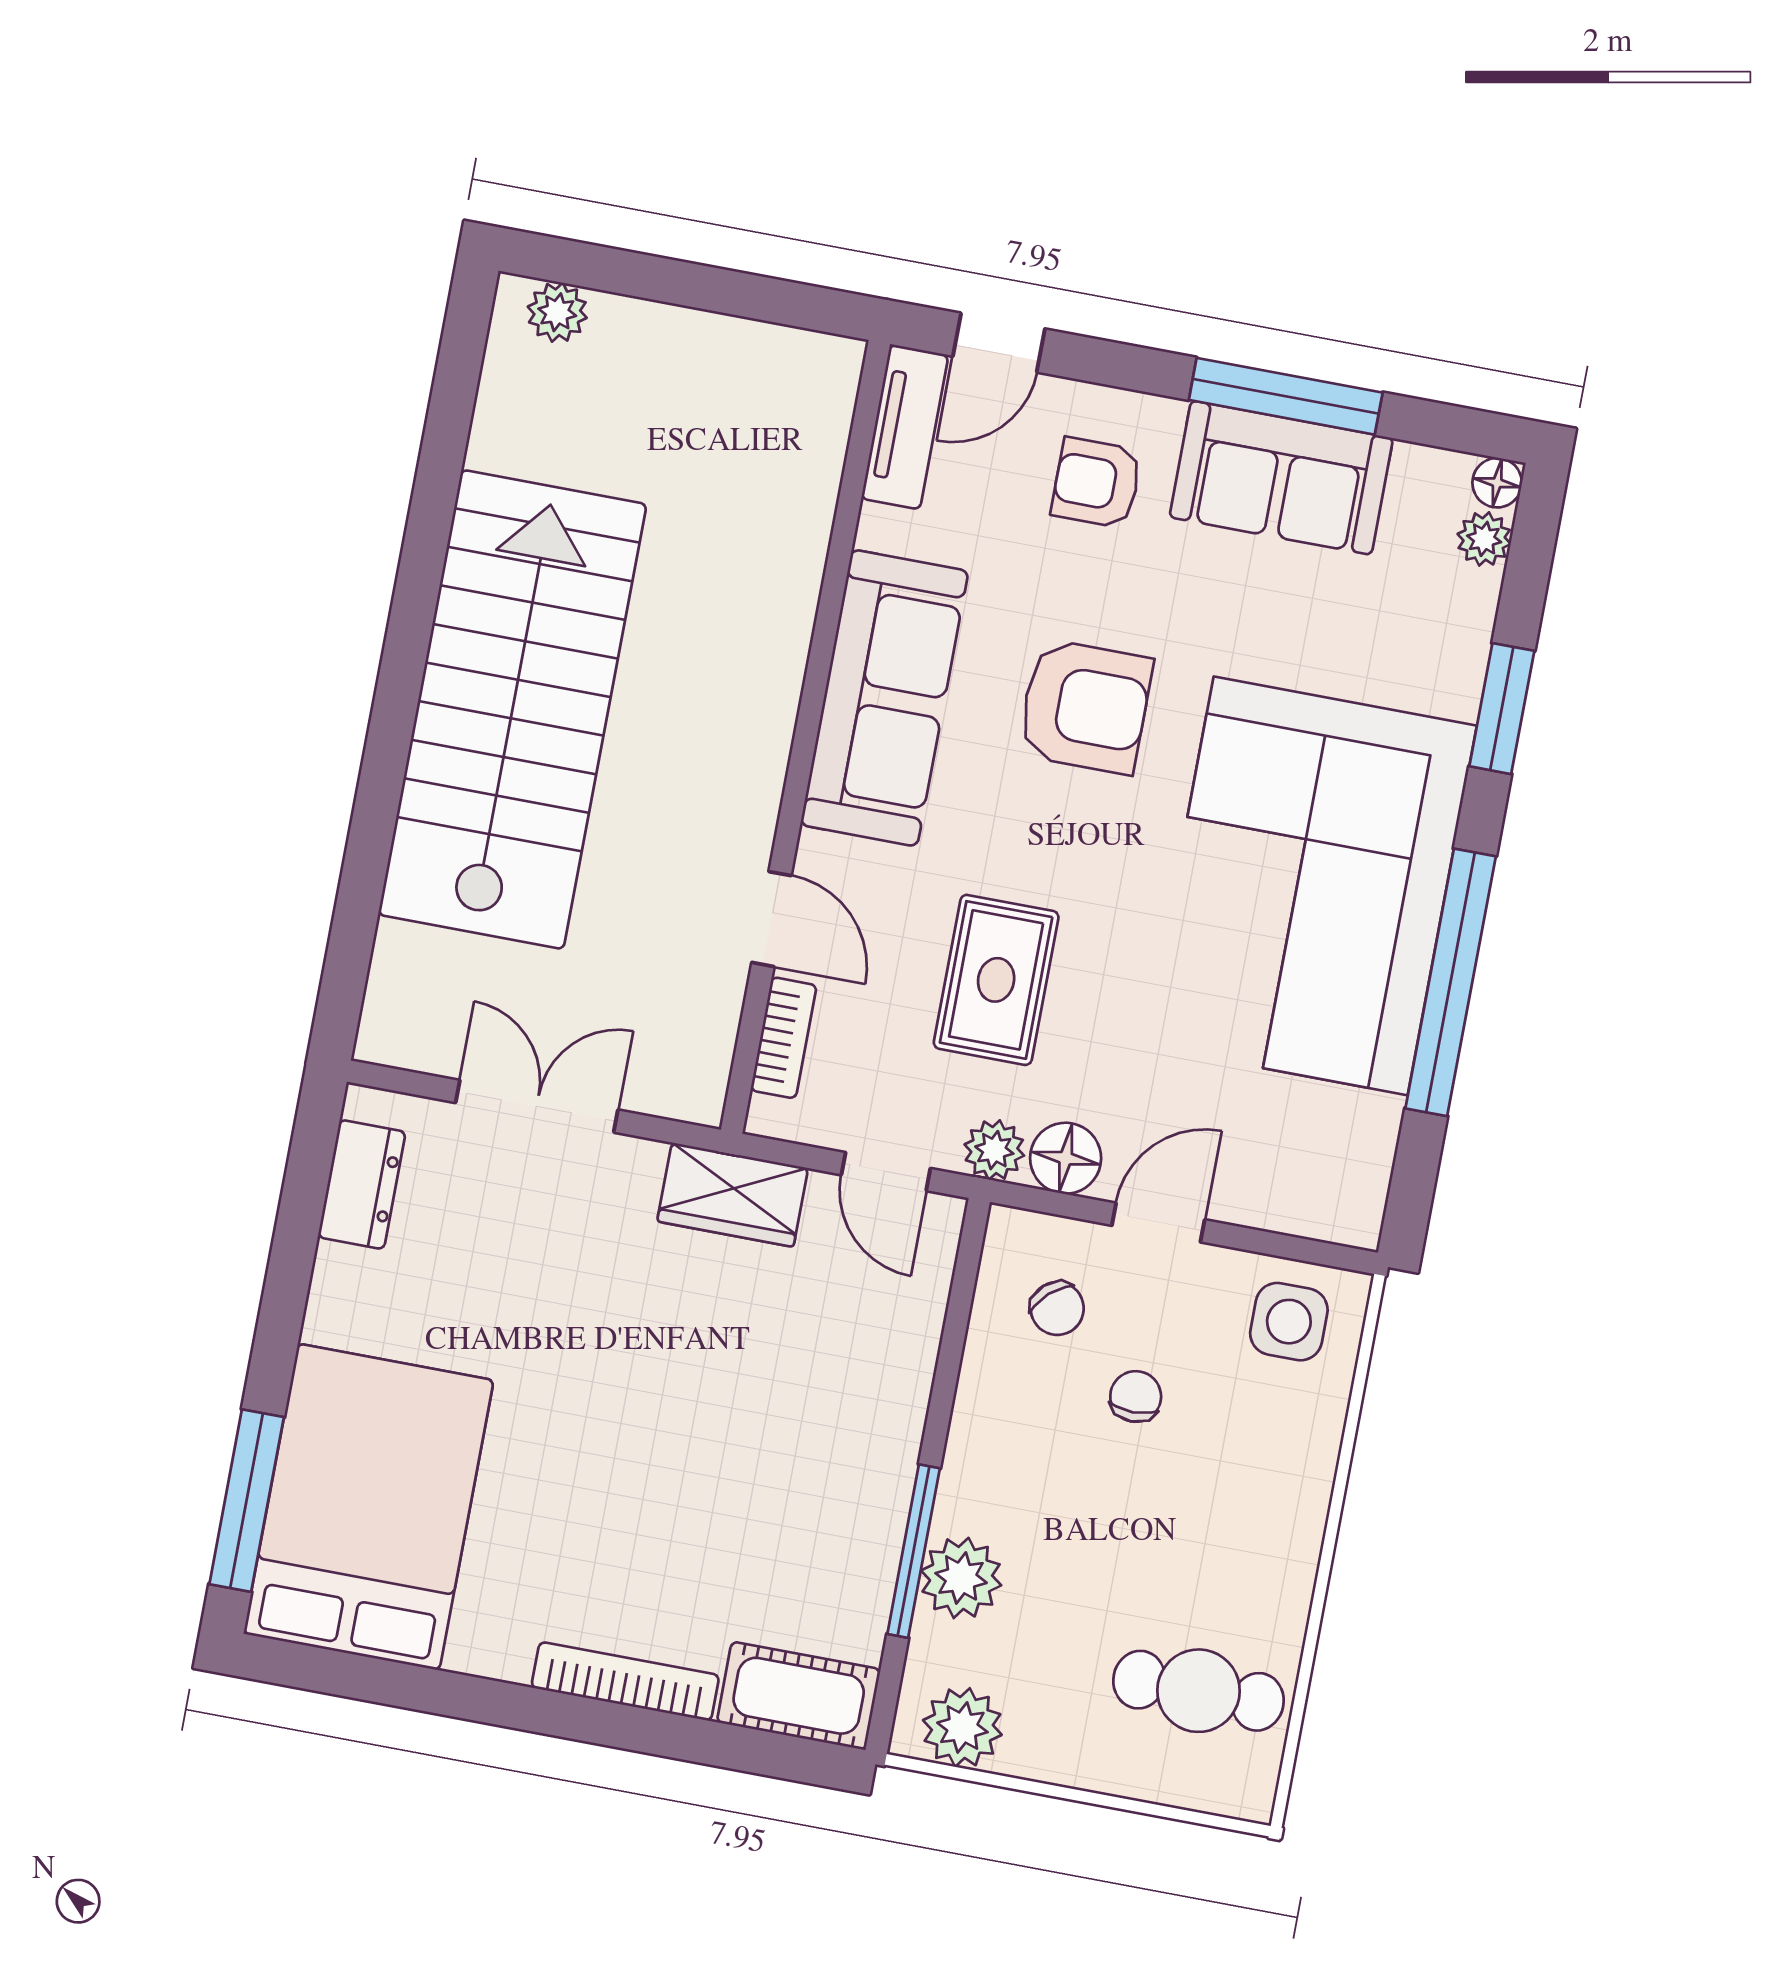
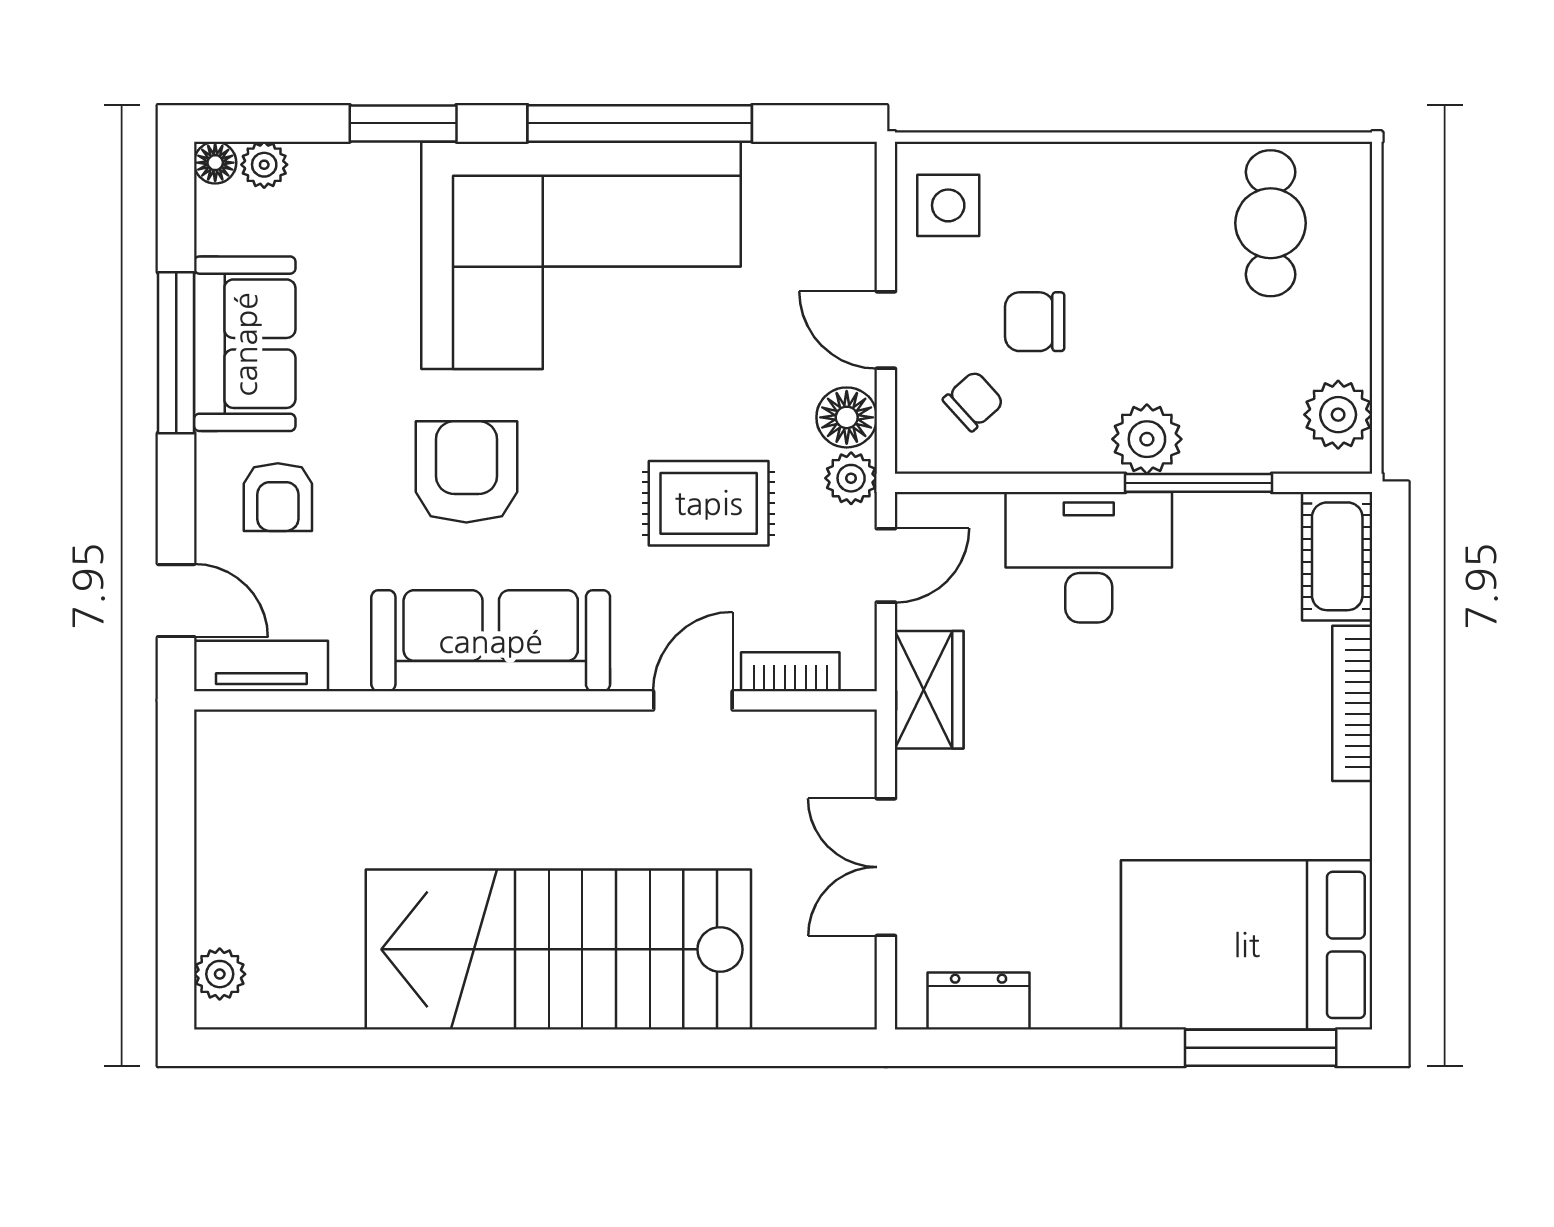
chair: (1136, 1396) -> (1035, 322), width x1.37, depth x1.37
desk: (851, 1408) -> (1089, 557), added
plant: (961, 1578) -> (1147, 439), moved

